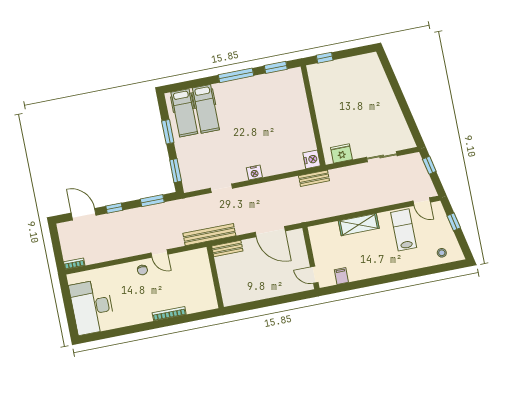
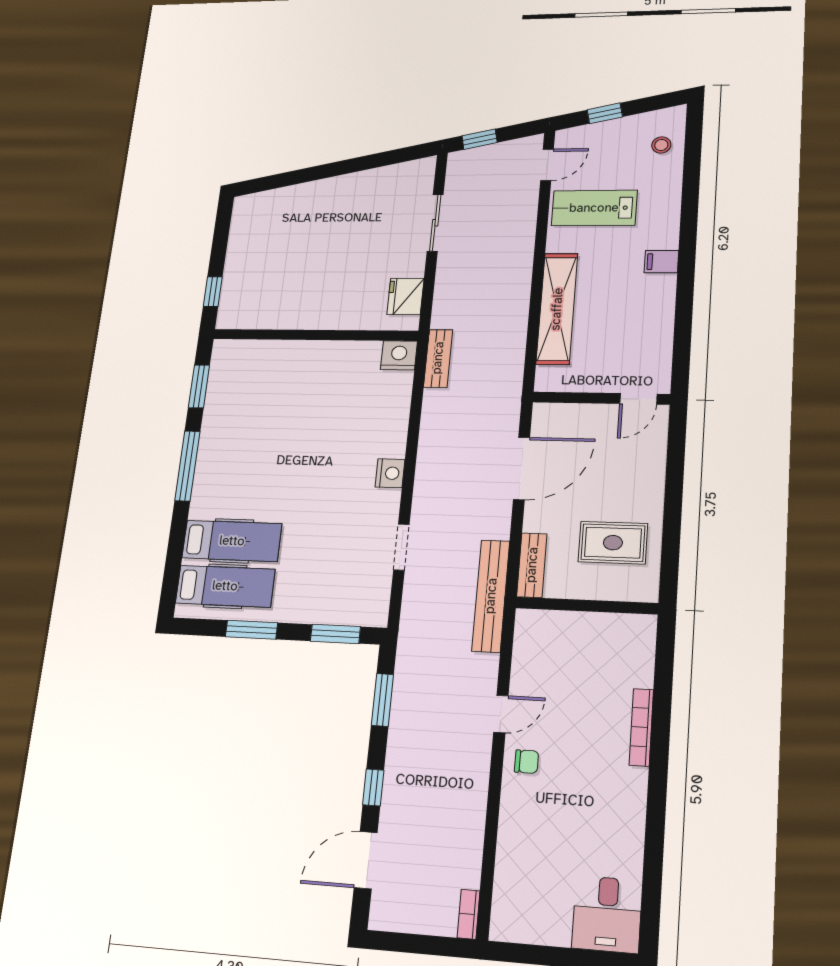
shelving: (359, 225) -> (557, 309), width x1.47
filing cabinet: (341, 276) -> (661, 262), moved
rug: (246, 281) -> (613, 543), added
desk: (92, 307) -> (607, 914), width x0.53, depth x0.77

